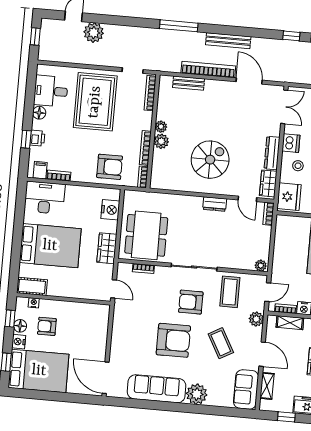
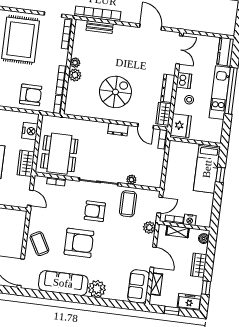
bookcase: (208, 70) -> (98, 14), moved
plant: (261, 266) -> (131, 180), moved
coffee table: (221, 343) -> (39, 244), moved

